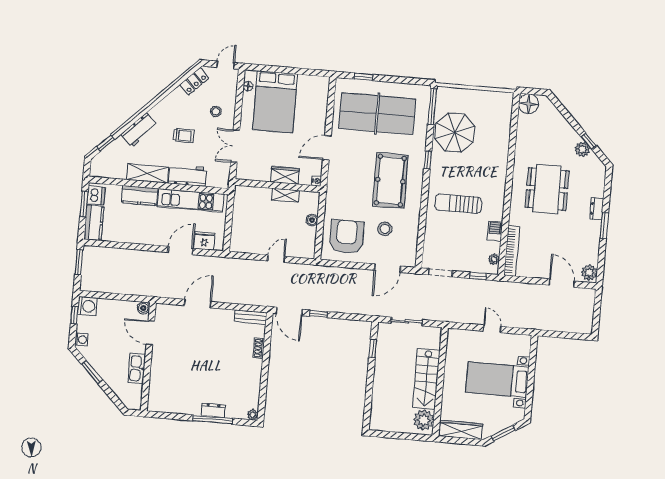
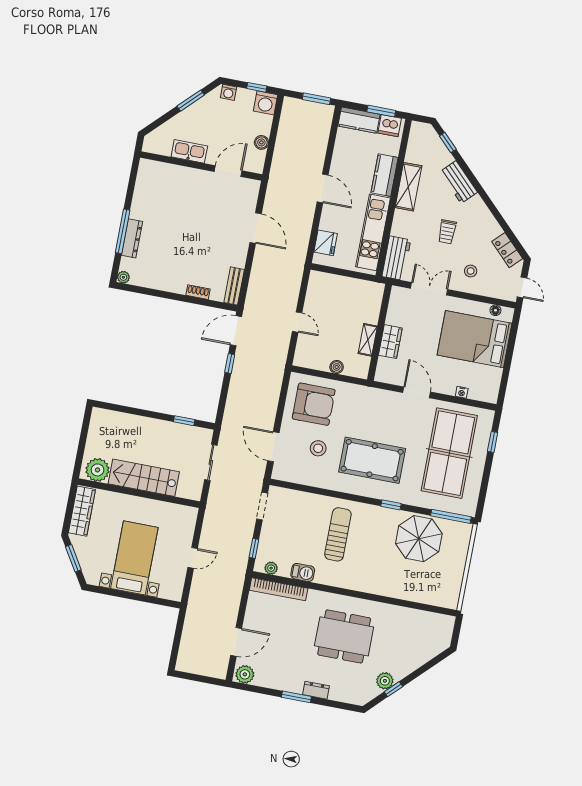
floor lamp: (529, 104) -> (443, 625), removed
workbench: (187, 176) -> (396, 258), moved
nightstand: (317, 181) -> (462, 392), moved
door: (180, 250) -> (323, 188), moved
boiler: (143, 308) -> (261, 142), moved
dresser: (213, 410) -> (132, 238), width x1.44

